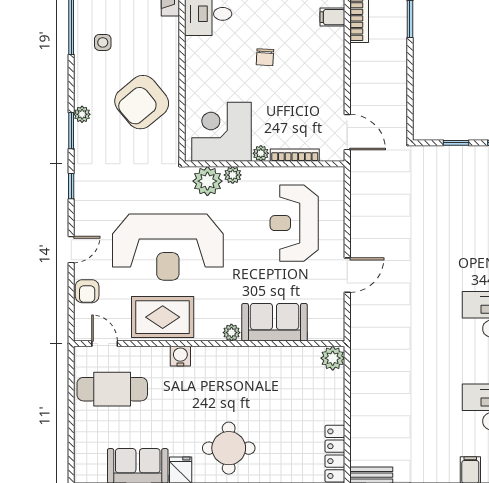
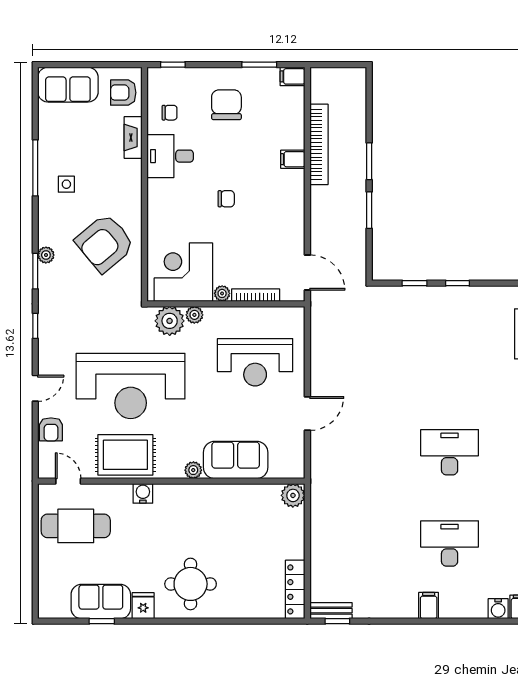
chair: (265, 57) -> (226, 199), turned -93
window: (410, 69) -> (369, 210), added
reception desk: (294, 223) -> (255, 362), turned -90

